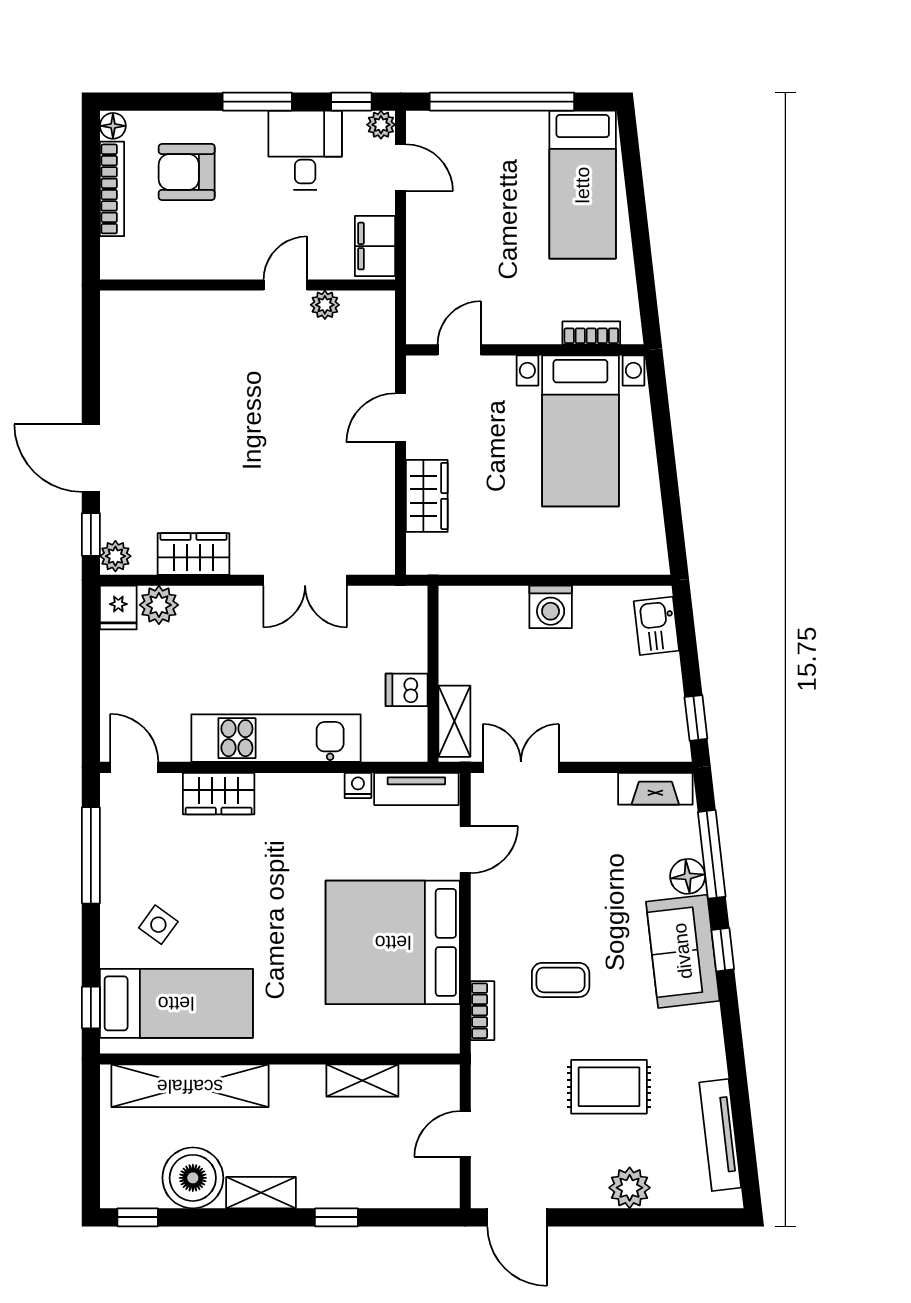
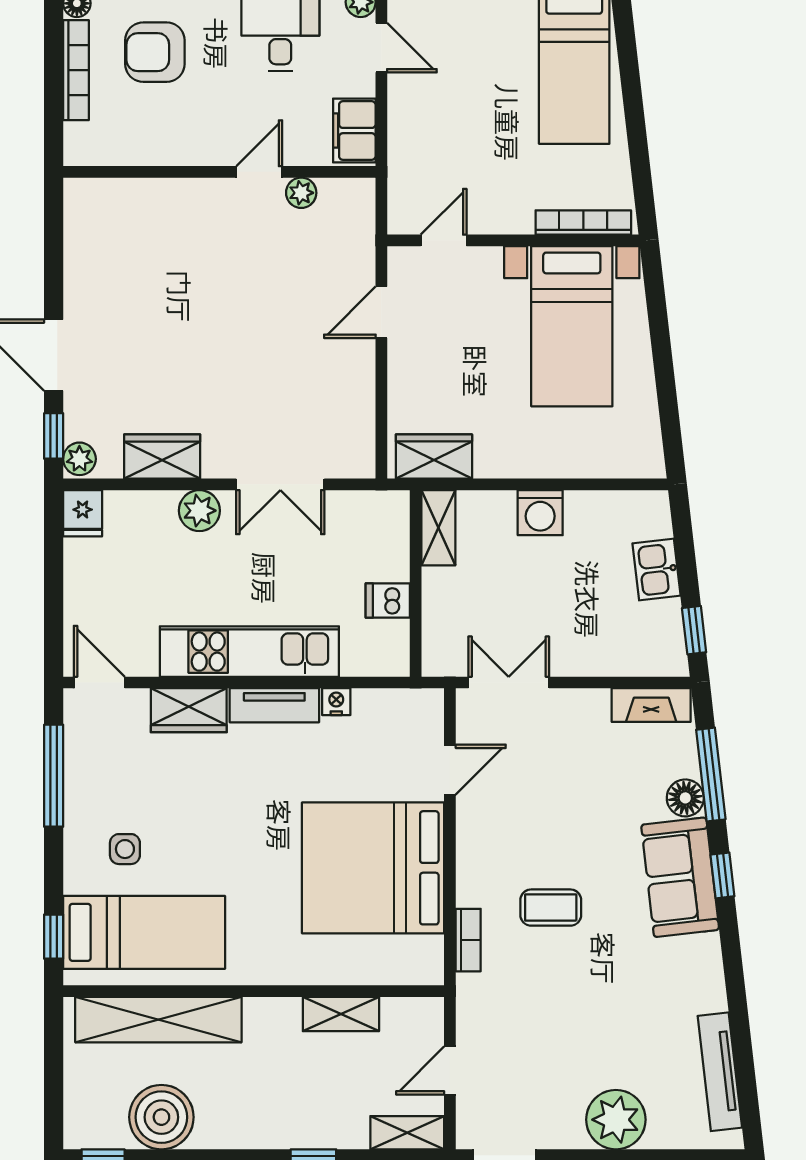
bookcase: (591, 333) -> (583, 223), width x1.56
wardrobe: (427, 496) -> (434, 457), moved, turned -90
plant: (159, 605) -> (199, 511), moved
kitchen sink: (656, 626) -> (656, 570), moved
shelving: (454, 721) -> (438, 528), moved
tv unit: (416, 789) -> (274, 705), moved
side table: (158, 925) -> (125, 849), turned -36
rug: (609, 1087) -> (602, 1021), removed
plant: (630, 1188) -> (616, 1120), width x1.36, depth x1.36
shelving: (261, 1193) -> (407, 1133), moved

